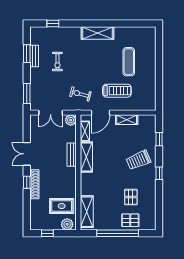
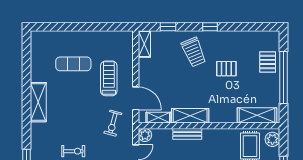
shelving: (127, 120) -> (144, 44), moved
pallet: (131, 197) -> (226, 69), moved

